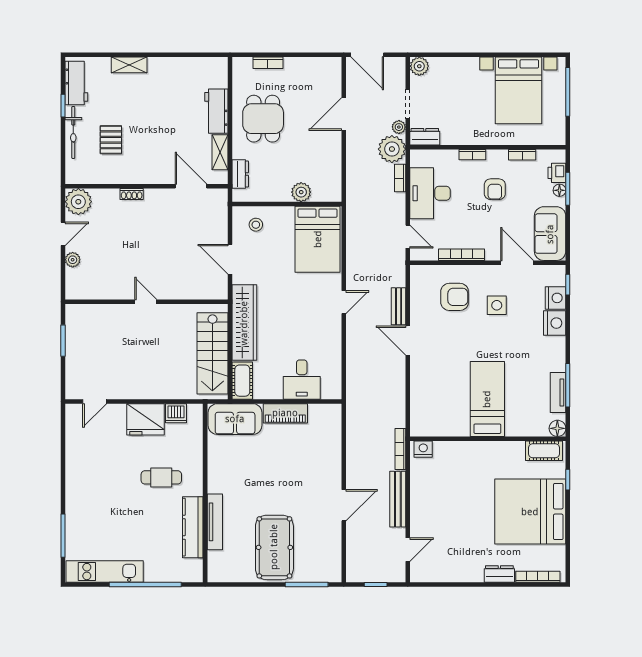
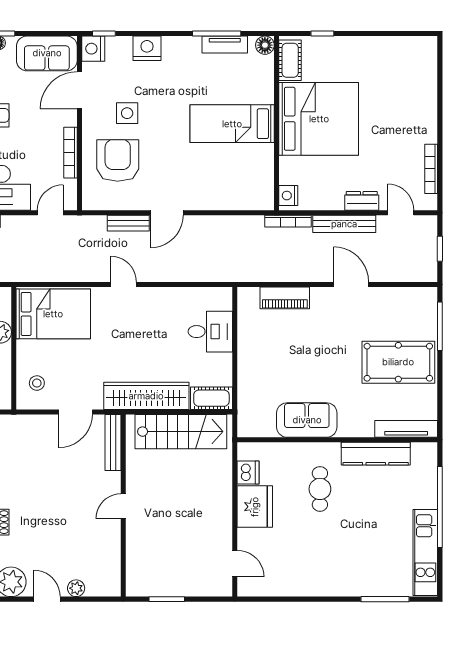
bench: (203, 293) -> (113, 443), added
armchair: (455, 297) -> (118, 160), width x1.36, depth x1.36
nightstand: (555, 298) -> (93, 49), moved, turned -90
piano: (285, 413) -> (285, 298), moved, turned 90
sofa: (235, 419) -> (307, 420), moved, turned -90
bed: (530, 512) -> (319, 119), moved, turned -90
tv unit: (215, 522) -> (406, 429), moved
dresser: (499, 574) -> (362, 201), moved, turned 90
bookcase: (538, 577) -> (431, 169), moved

